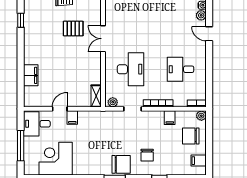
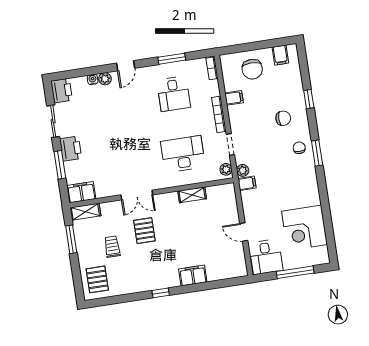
window: (21, 20) -> (161, 293), moved
double door: (103, 39) -> (137, 195), moved
window: (209, 72) -> (172, 59), added
filing cabinet: (31, 75) -> (193, 275), moved
shelving: (96, 96) -> (192, 195), moved
plant: (201, 116) -> (243, 170), moved
filing cabinet: (72, 118) -> (247, 183), moved
chair: (121, 164) -> (299, 148), width x0.54, depth x0.54

